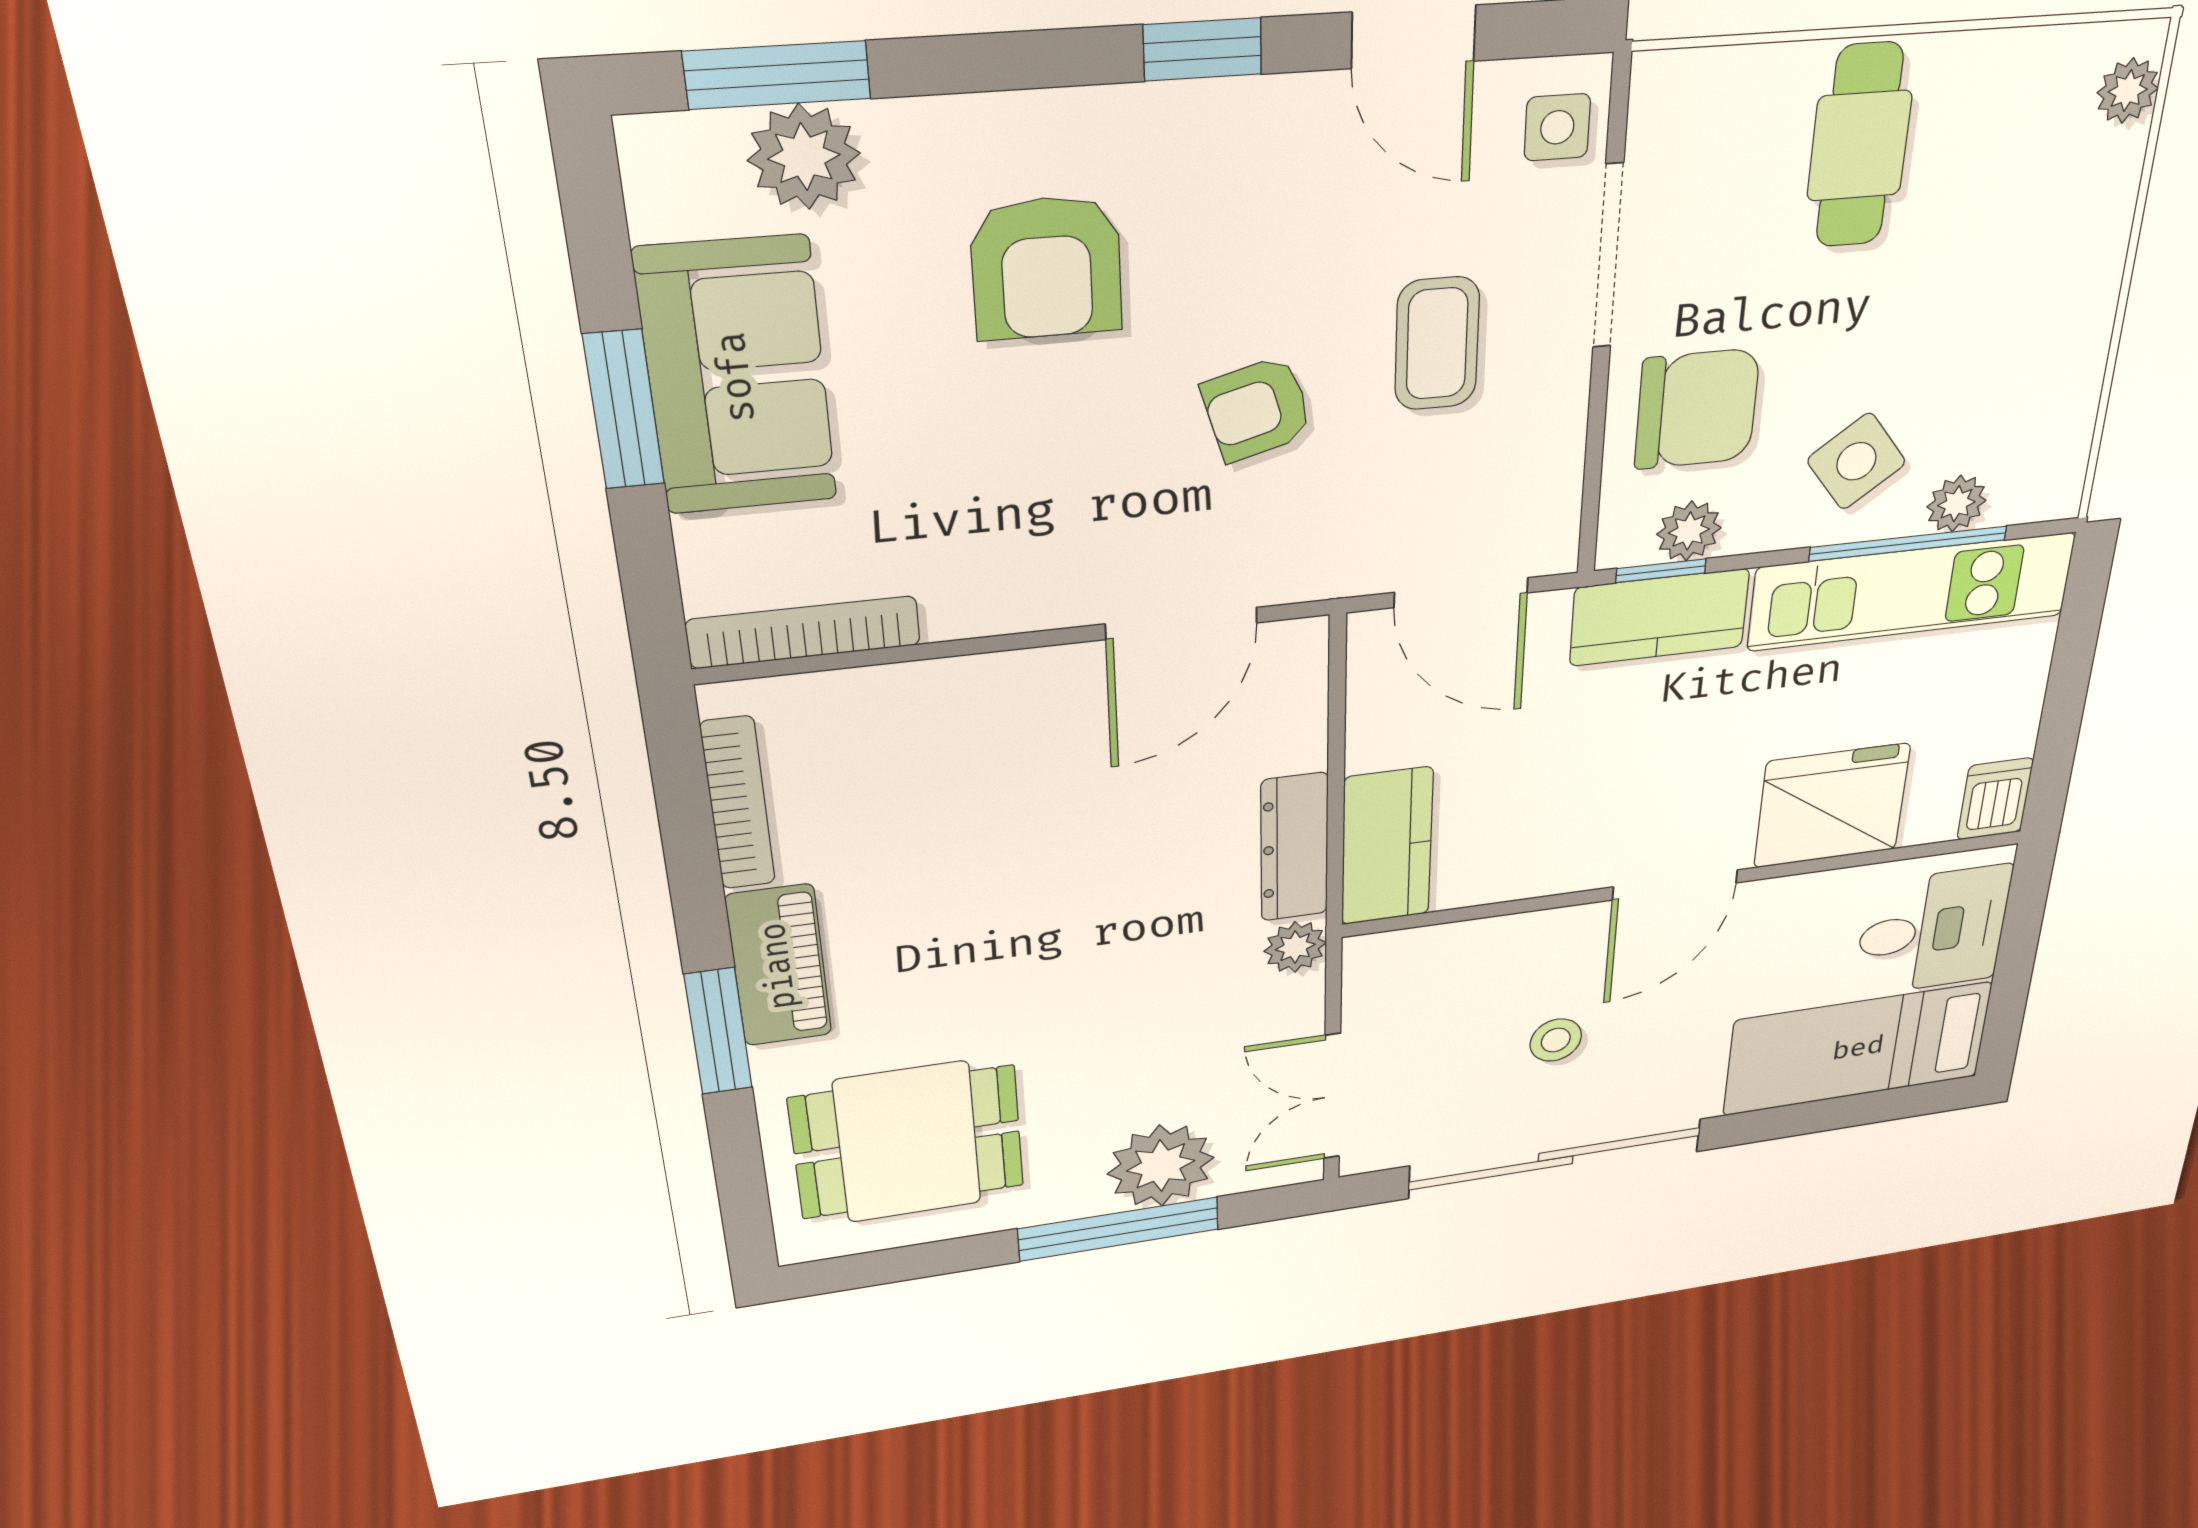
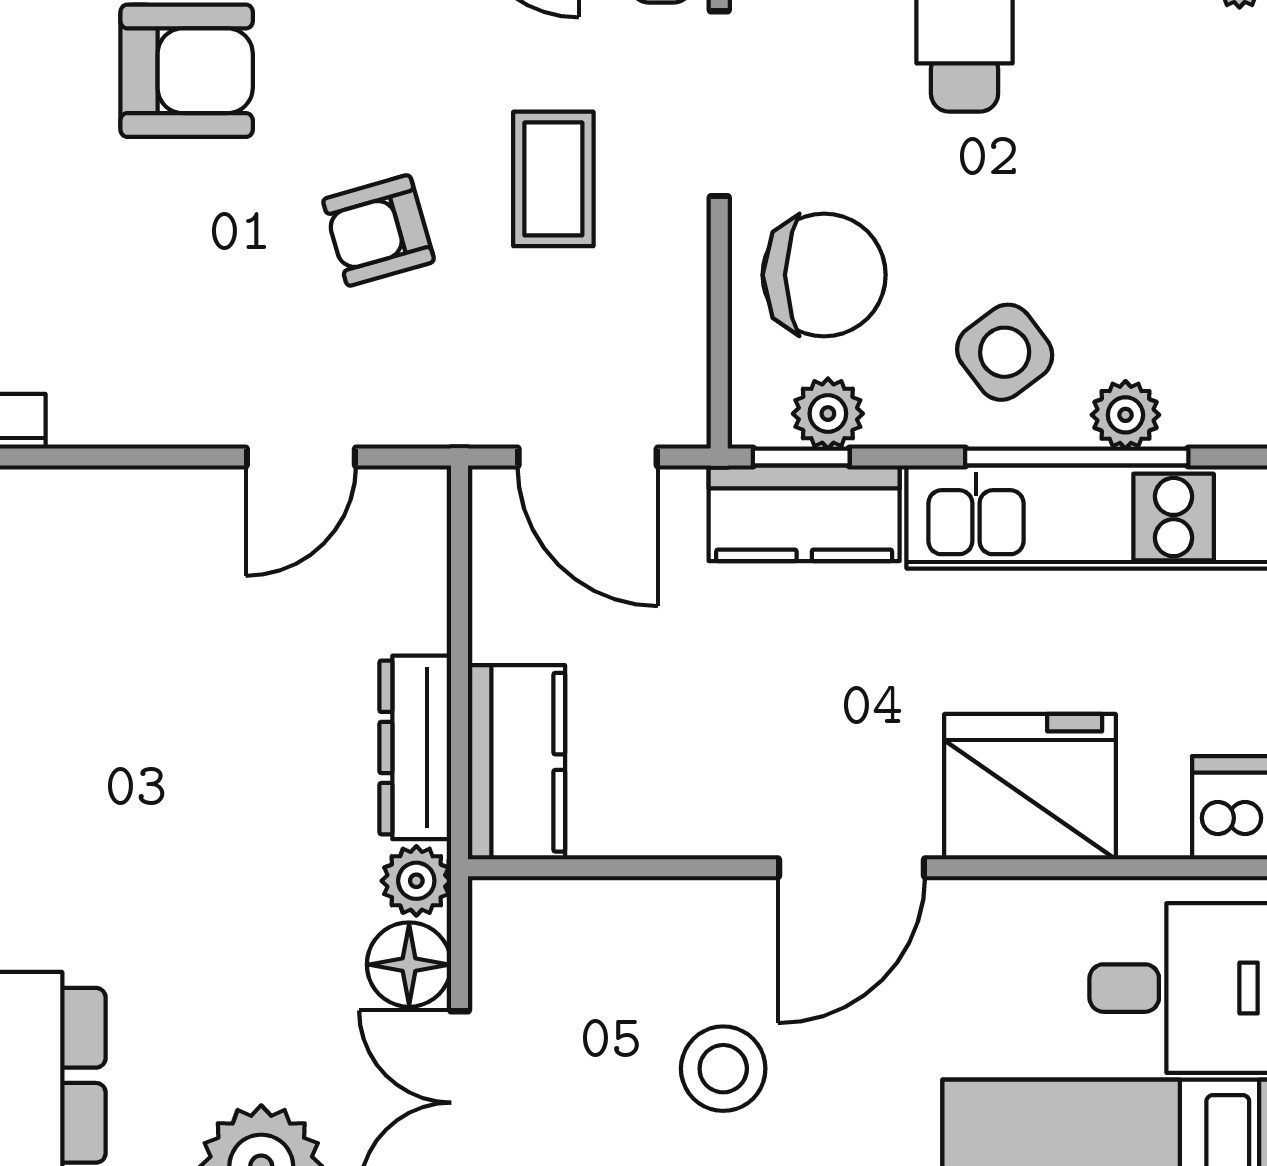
armchair: (1047, 268) -> (187, 71), turned -90
door: (1182, 623) -> (301, 457), width x0.73
floor lamp: (1289, 1008) -> (409, 965), added
stool: (1556, 1040) -> (723, 1069), width x1.37, depth x1.37

